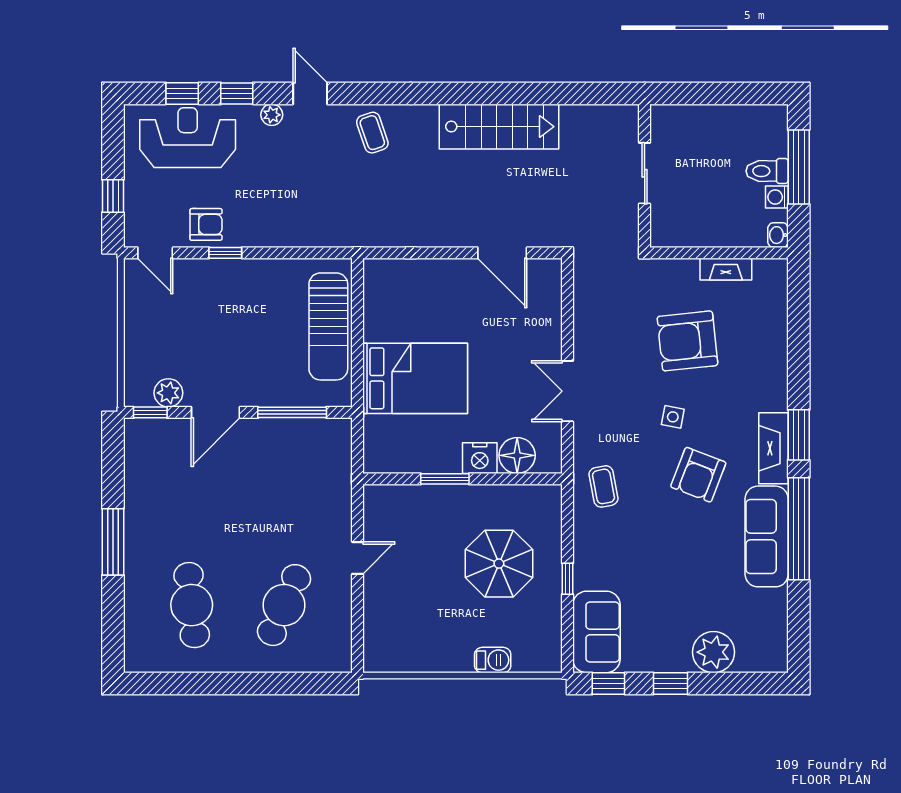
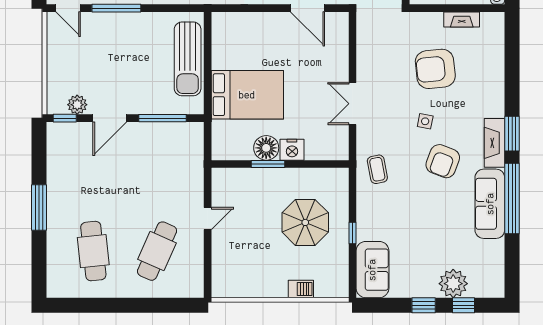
window: (225, 253) -> (116, 8), width x2.17
floor lamp: (517, 455) -> (266, 148), moved
window: (608, 684) -> (463, 305), moved

